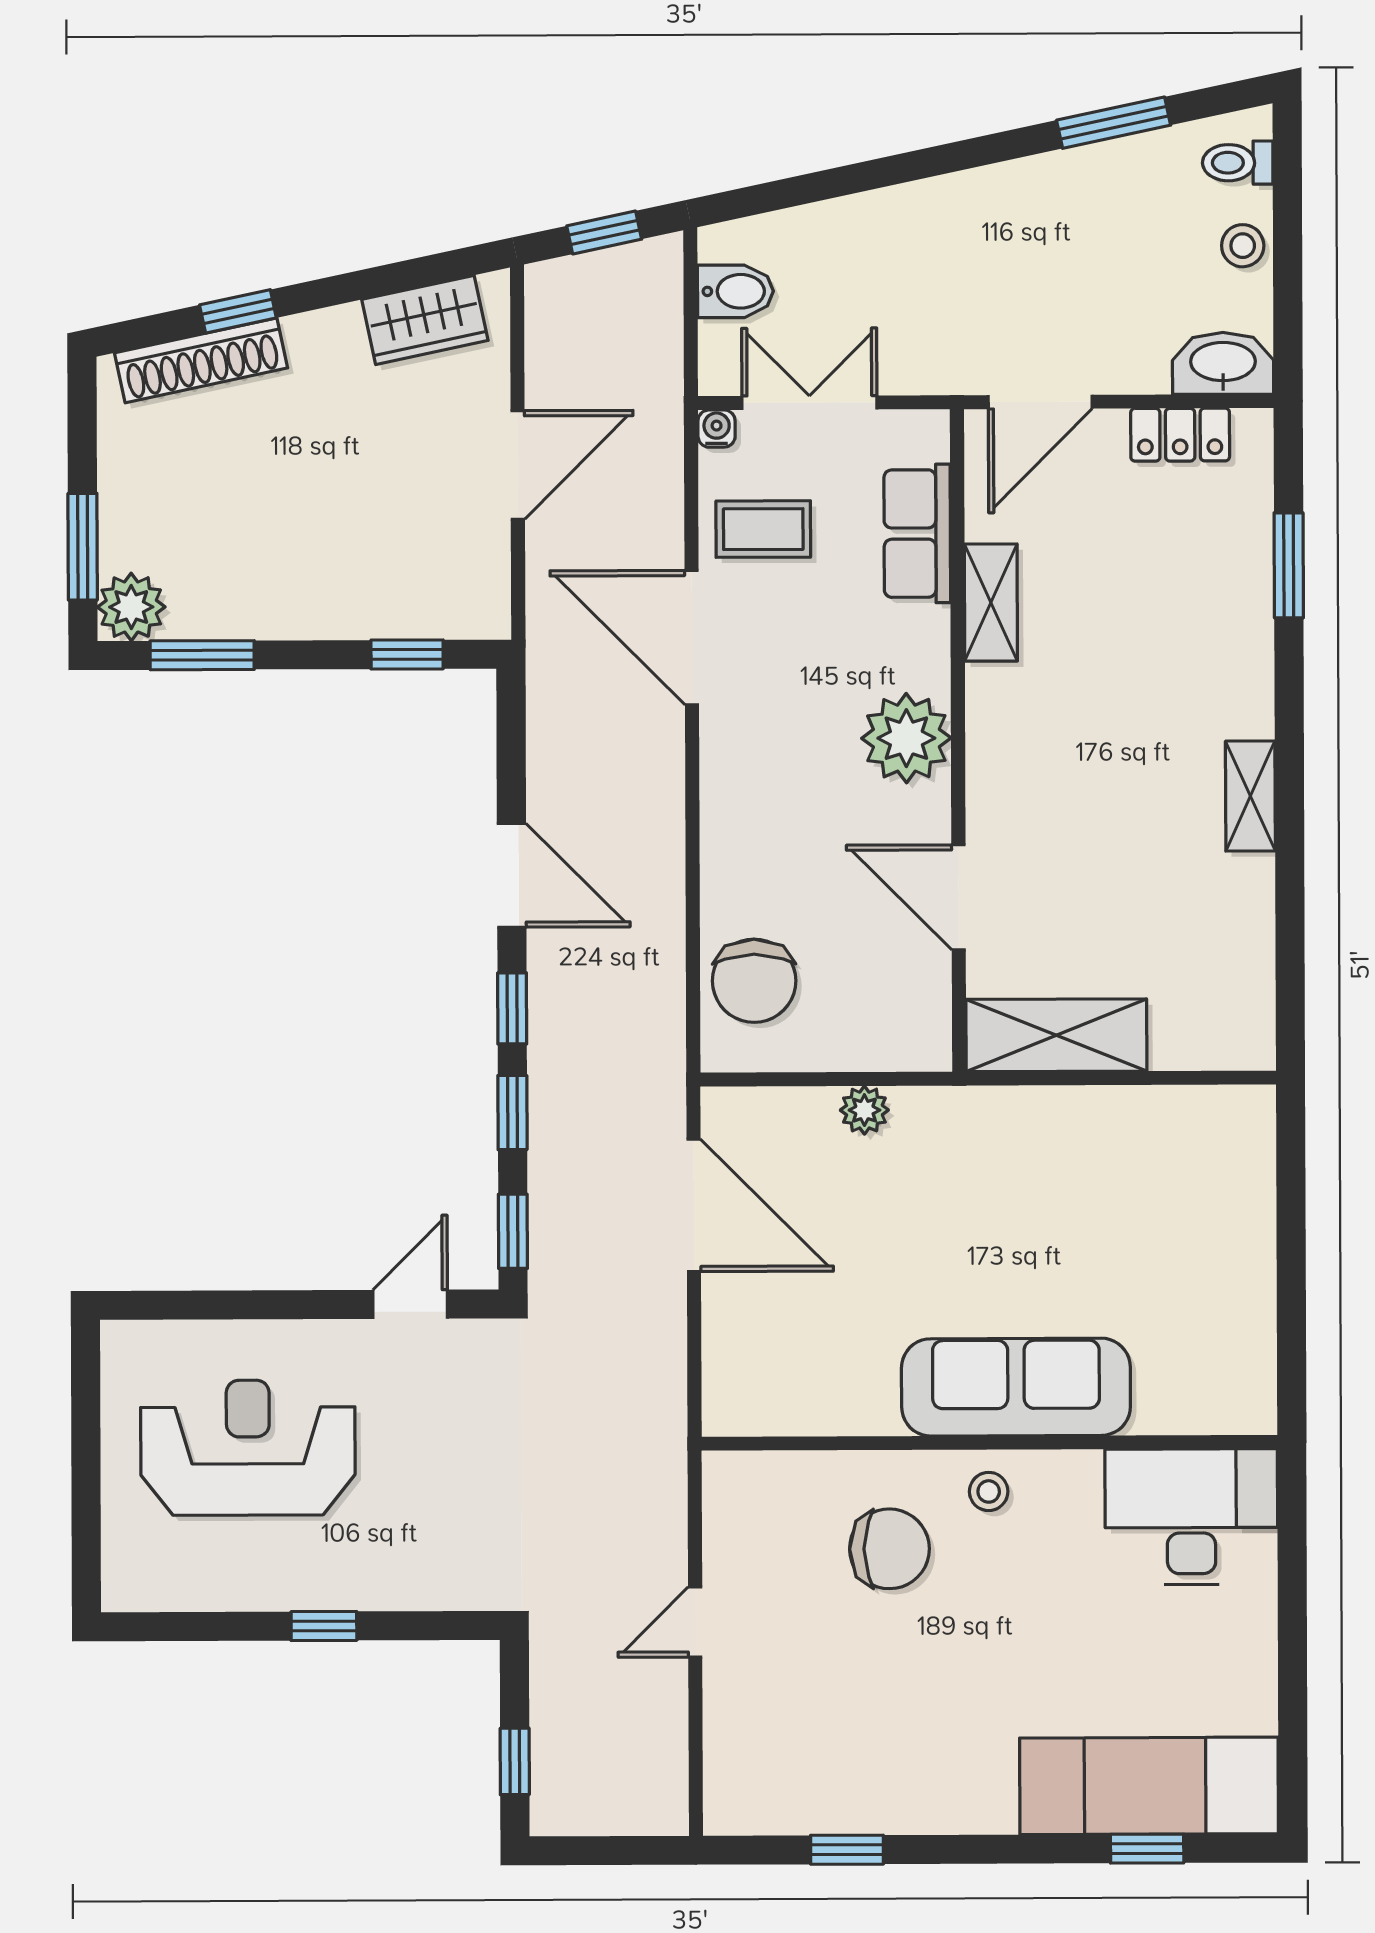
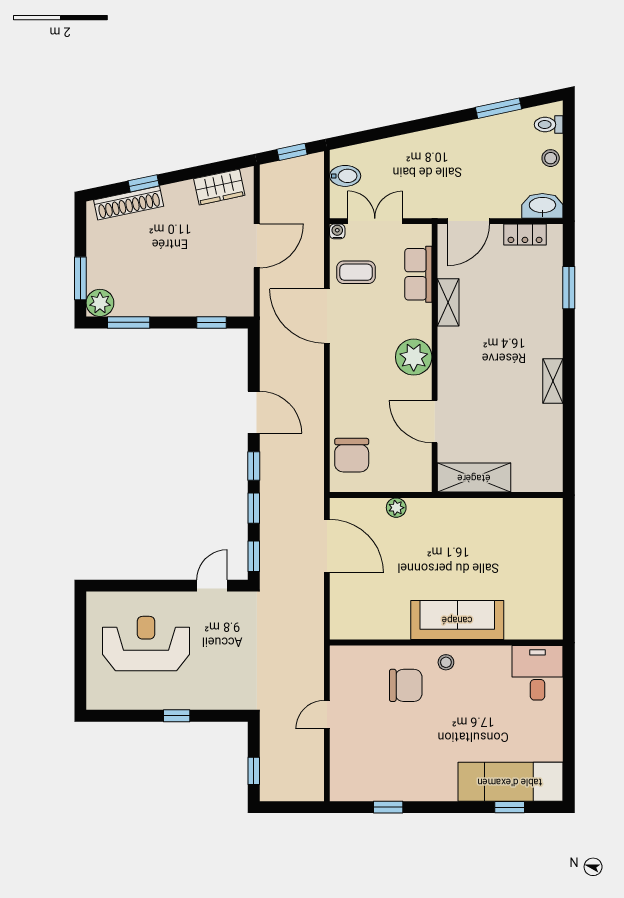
desk: (1191, 1517) -> (538, 673), width x0.73

